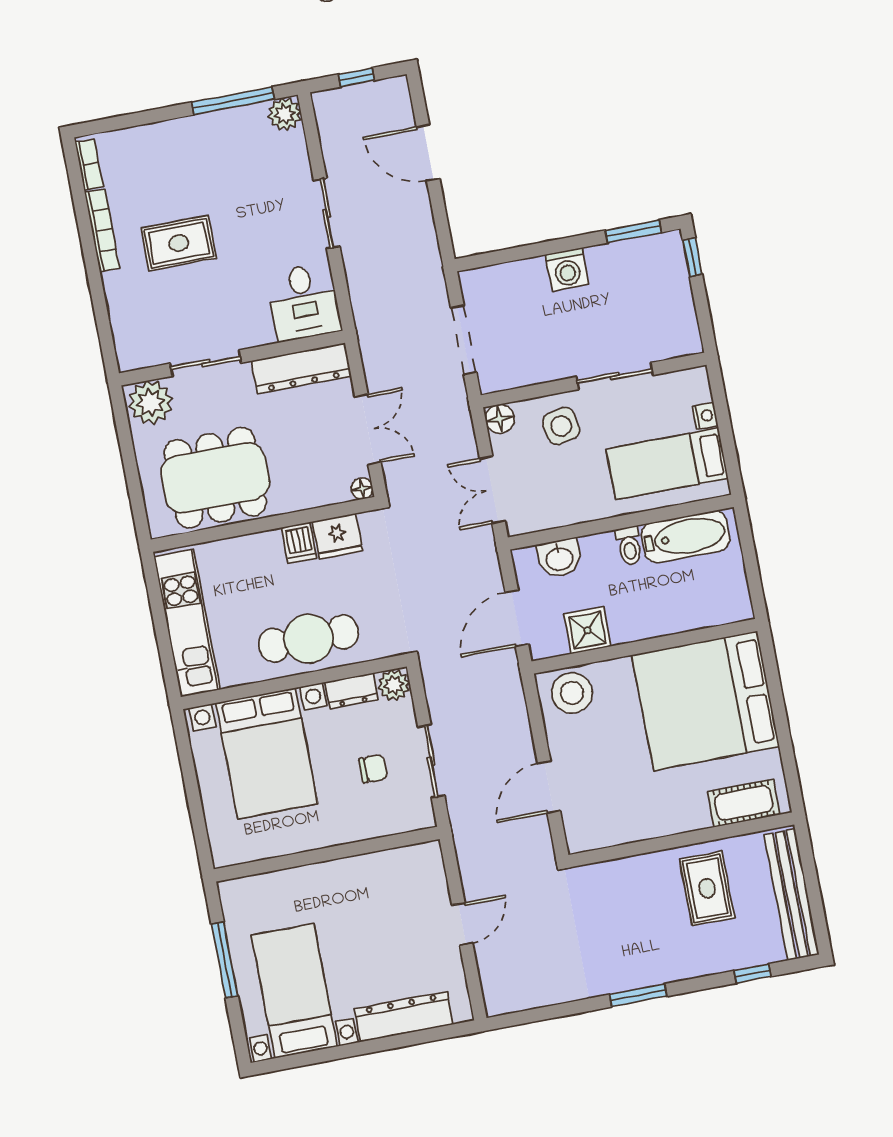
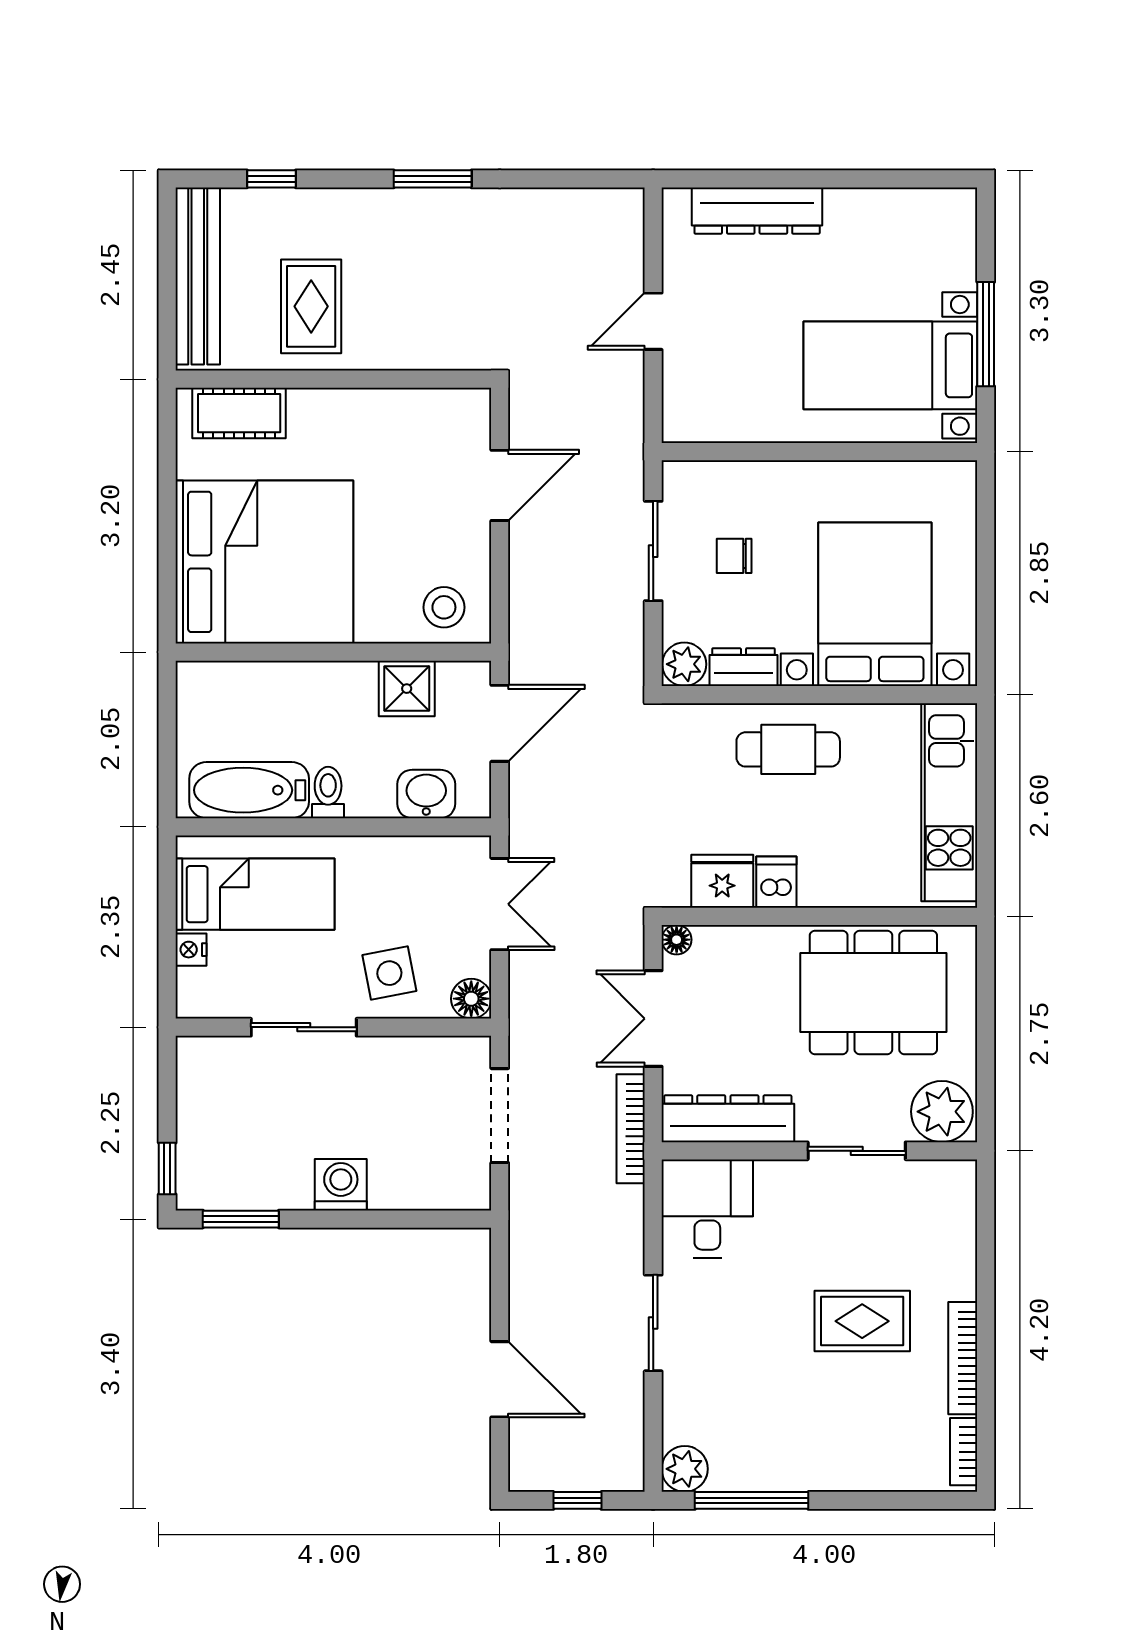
bookcase: (369, 348) -> (631, 1129), added
cafe table: (309, 639) -> (788, 749), width x0.73, depth x0.74
stool: (572, 693) -> (444, 607), width x0.73, depth x0.73
bed with nightstands: (294, 991) -> (890, 365), moved, turned 90

